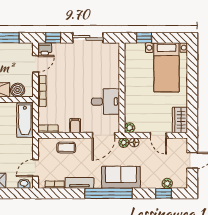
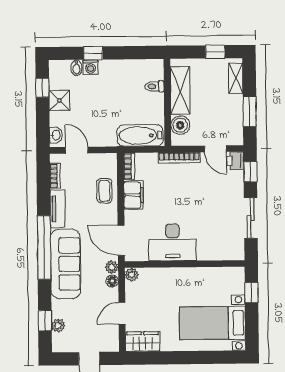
desk: (106, 102) -> (173, 242), width x1.37
filing cabinet: (75, 126) -> (134, 195), width x2.00
sofa: (121, 177) -> (66, 264), width x1.36

